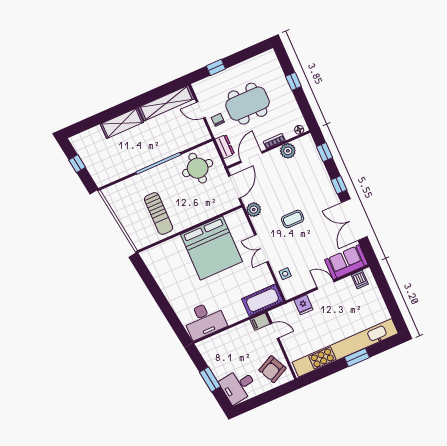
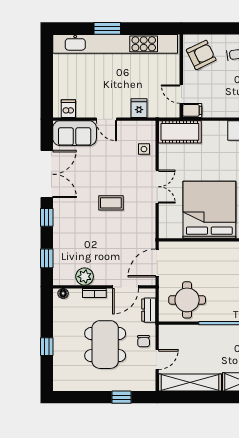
dining table: (248, 104) -> (105, 345), turned 90
door: (201, 110) -> (157, 360), hinge flipped
plant: (254, 210) -> (147, 231), removed

